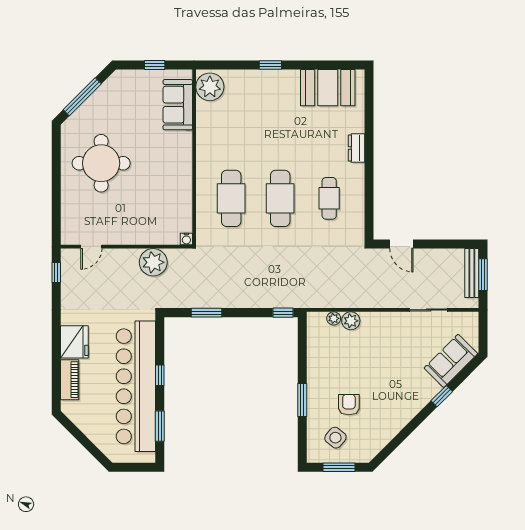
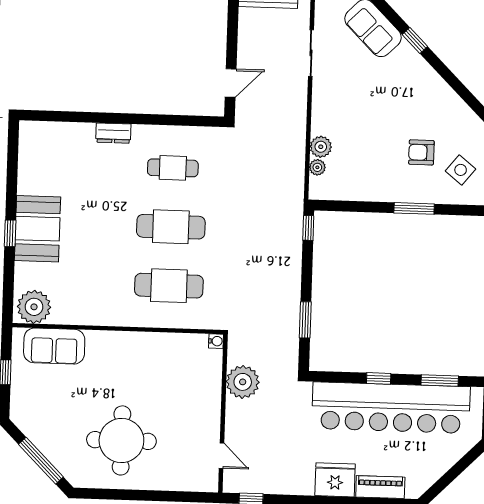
booth: (328, 88) -> (37, 229), moved

